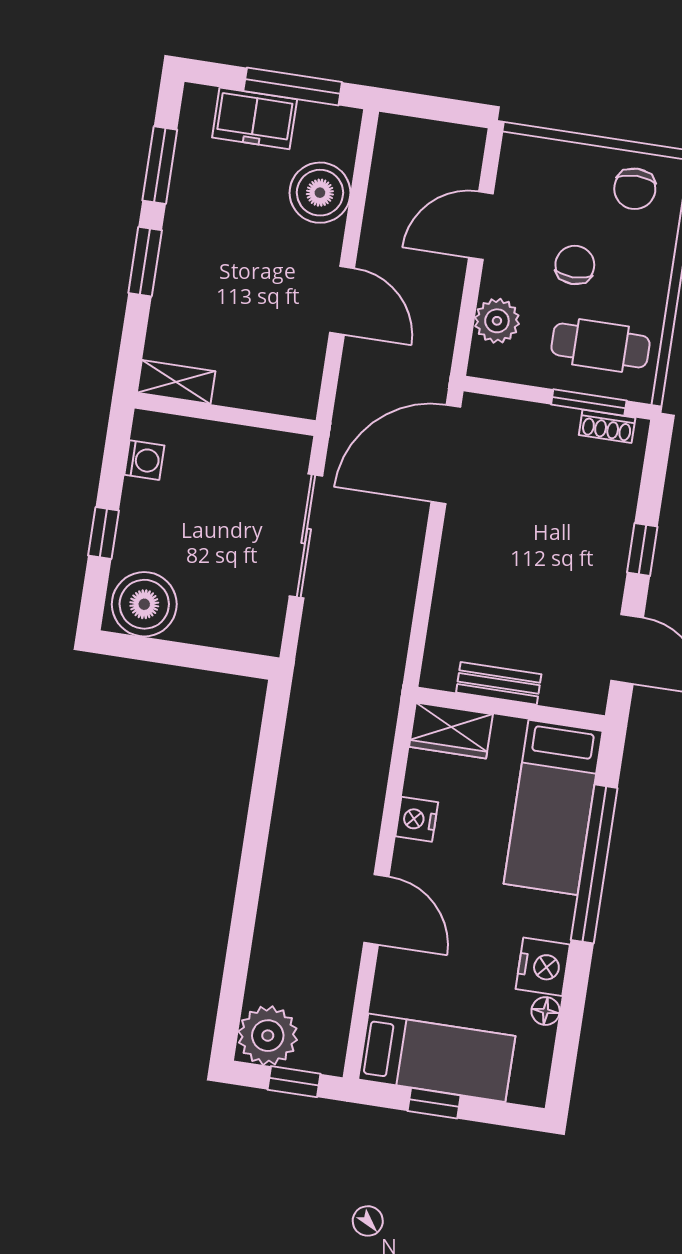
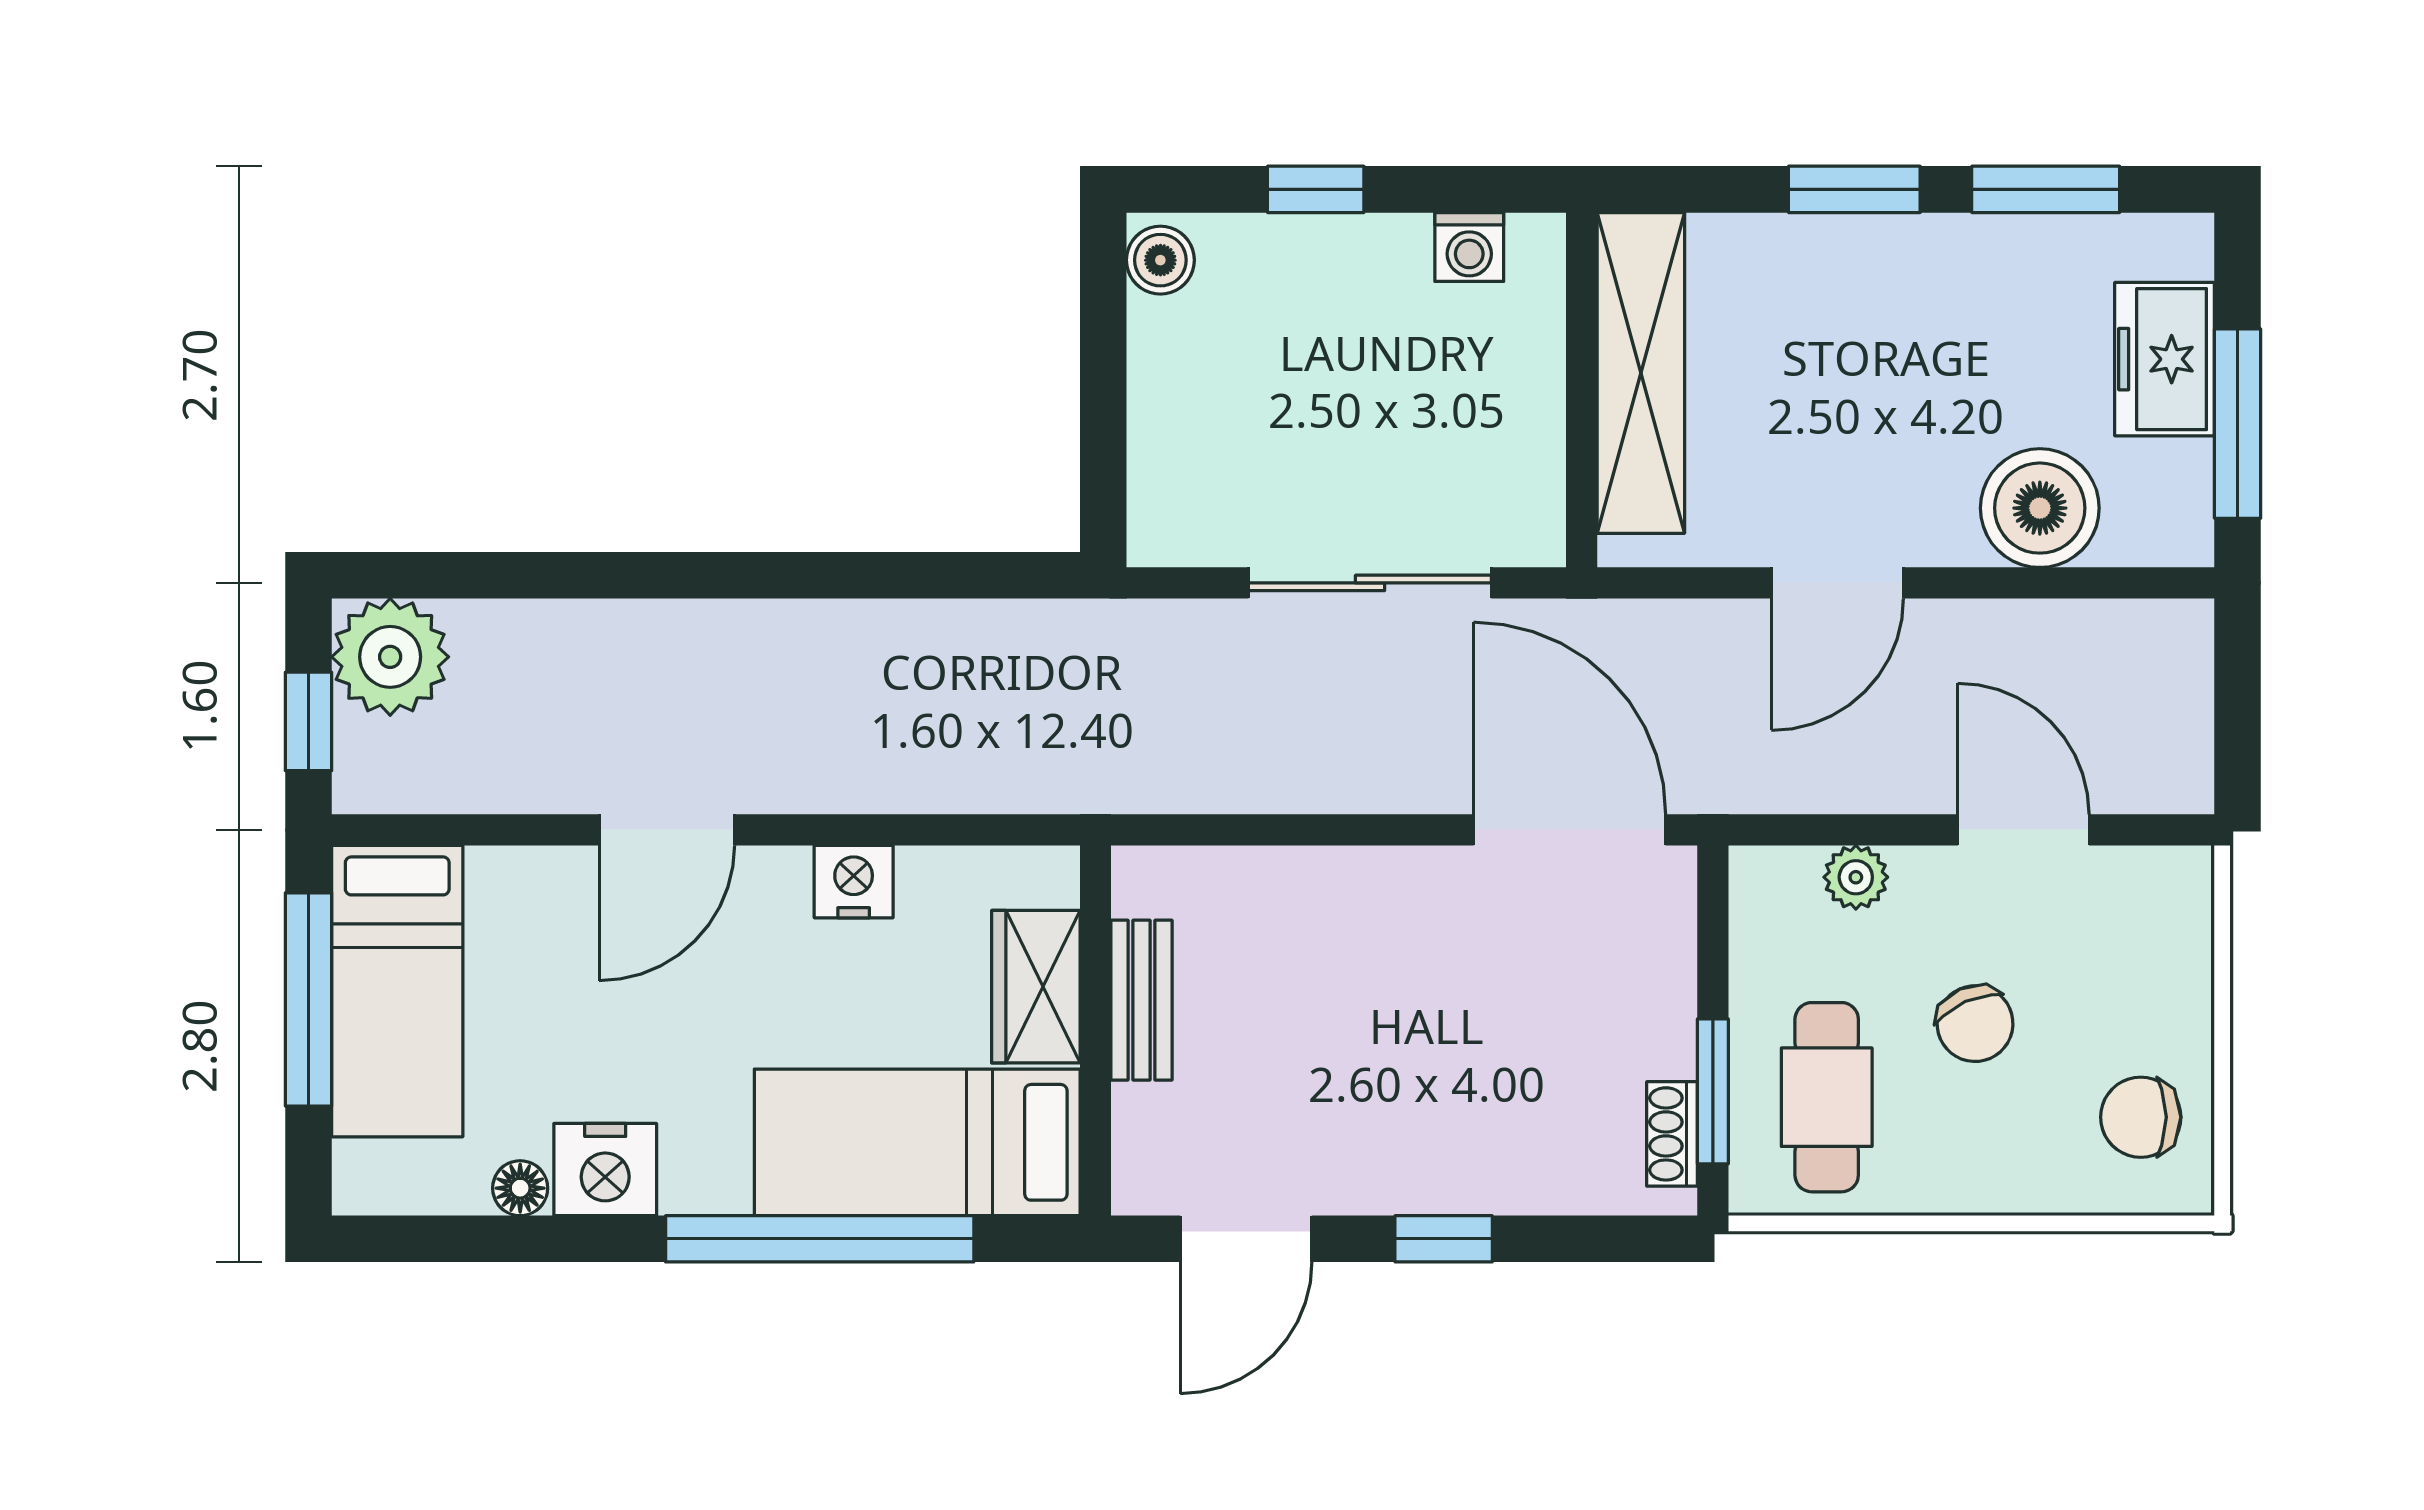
chair: (575, 265) -> (1975, 1024), turned 66
plant: (497, 321) -> (1856, 877), width x0.73, depth x0.73
shelving: (176, 382) -> (1641, 373), width x2.20, depth x1.33
boiler: (144, 604) -> (1160, 260), width x0.54, depth x0.54
wardrobe: (451, 731) -> (1036, 987), moved
window: (434, 1103) -> (308, 999), width x2.17

